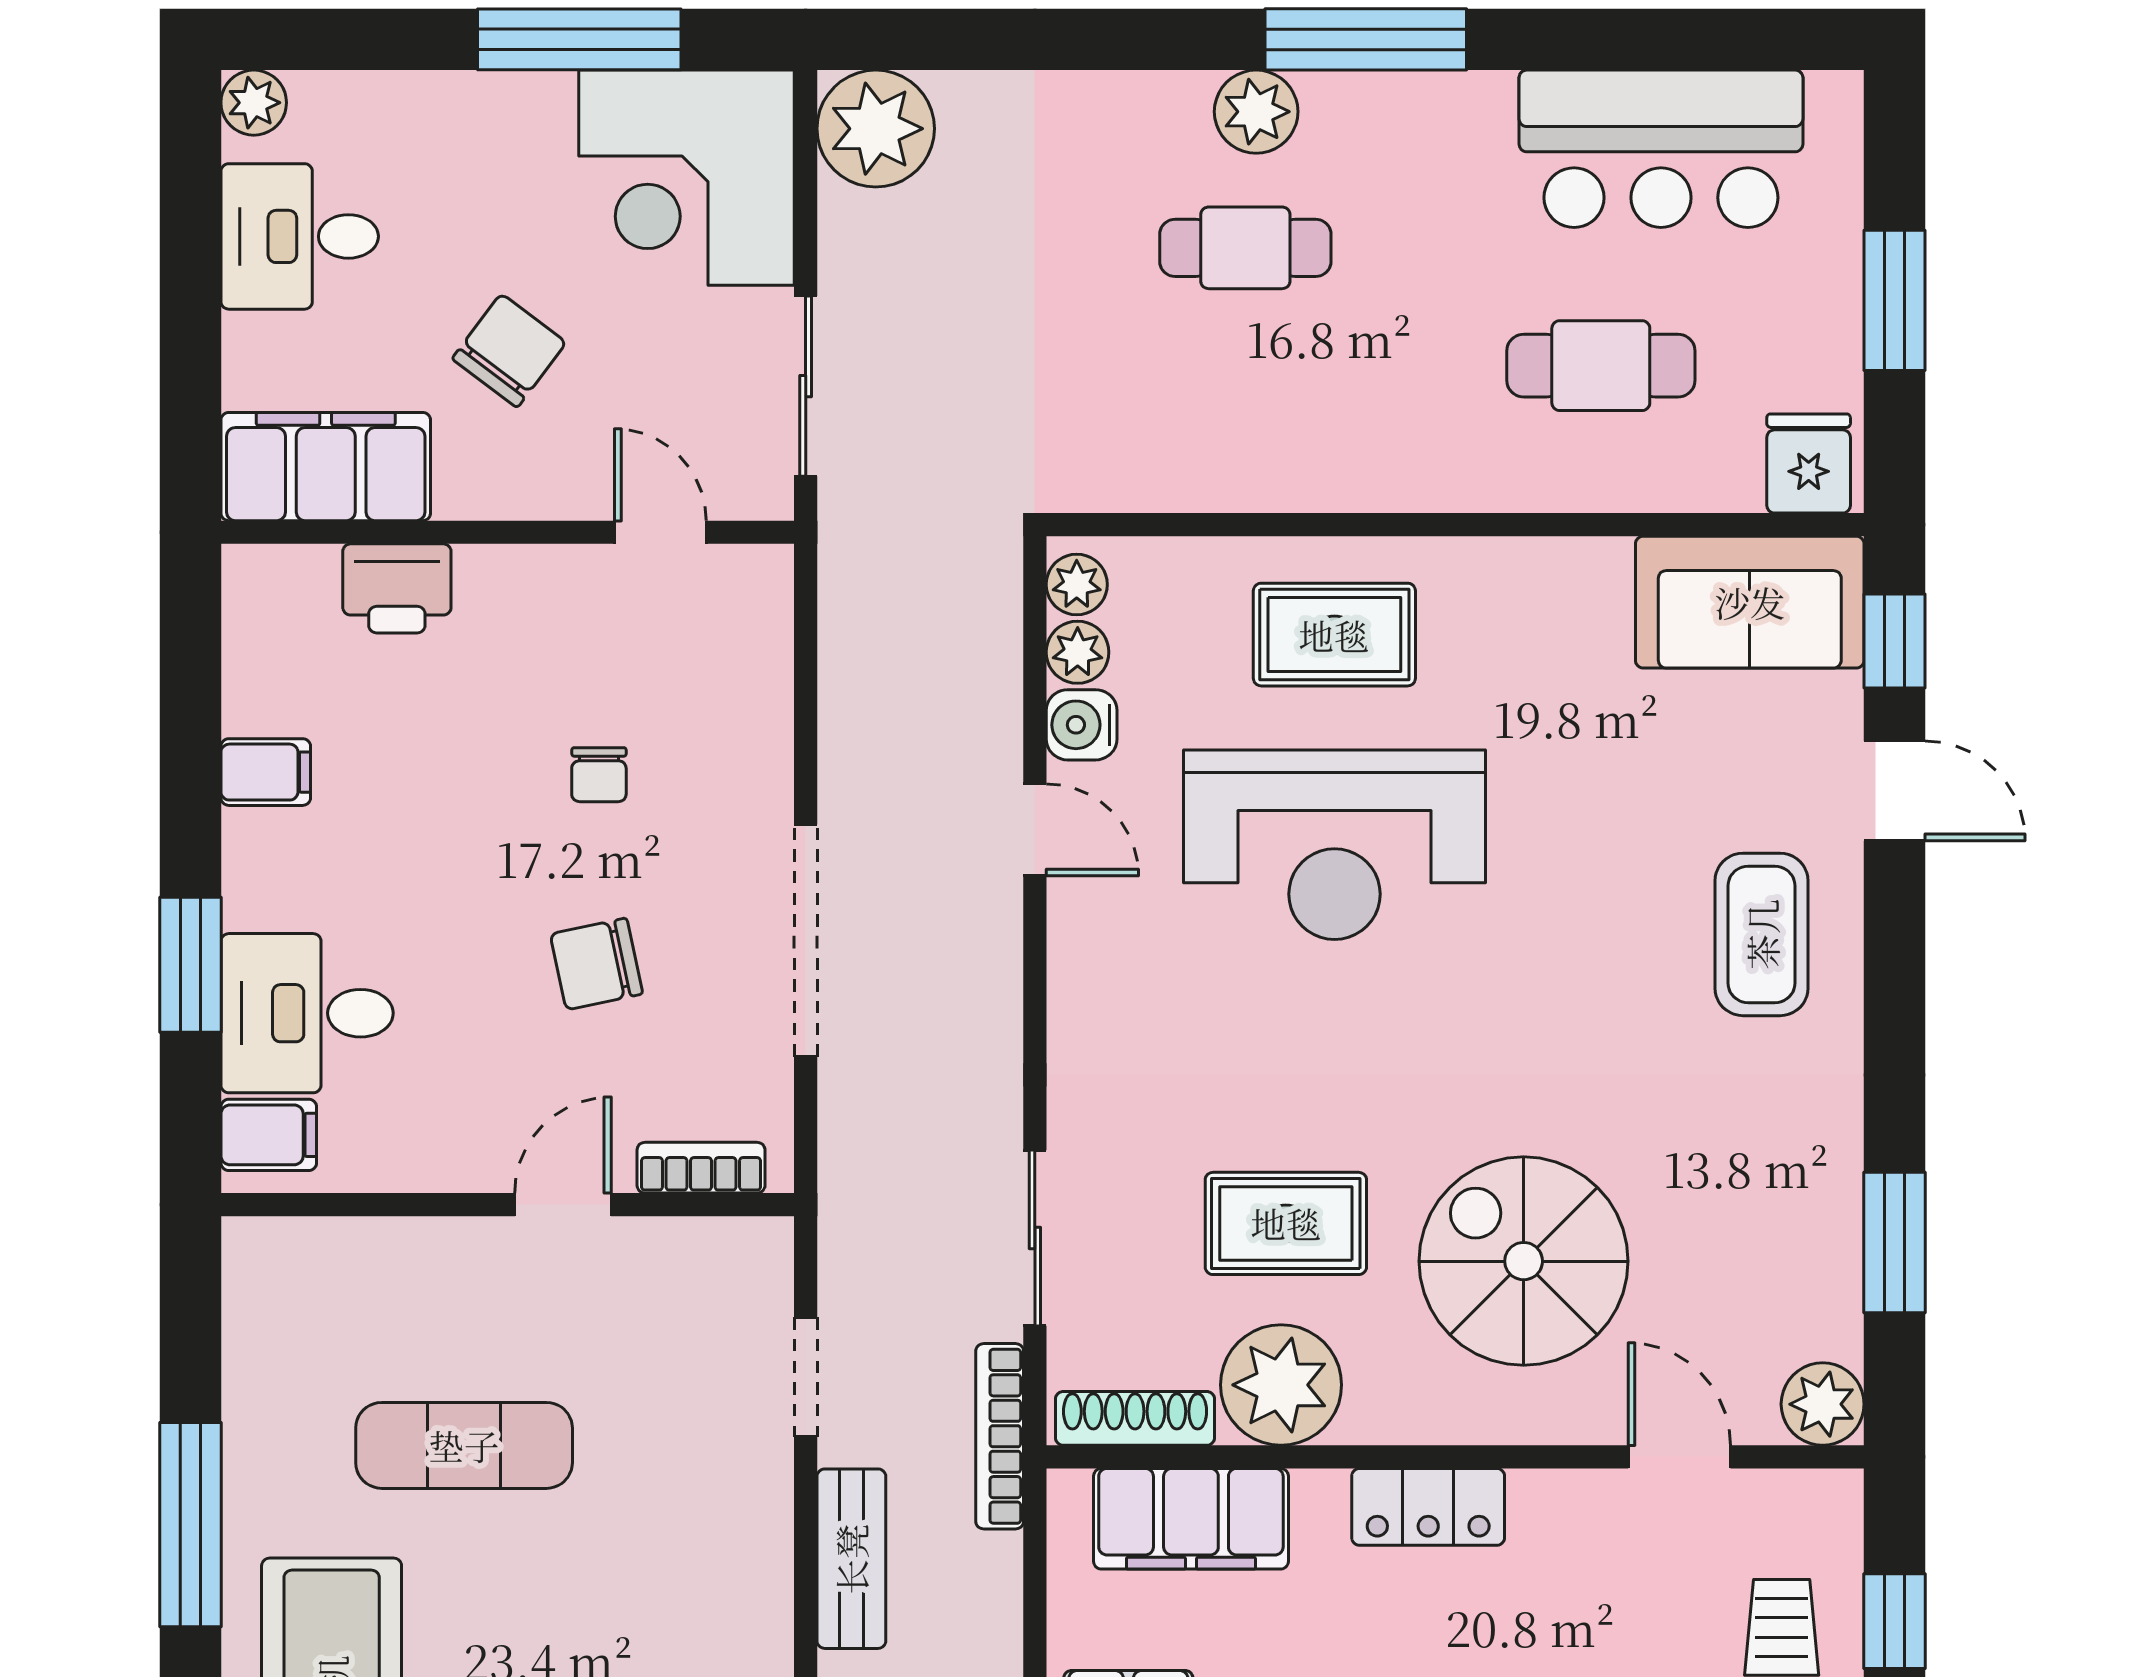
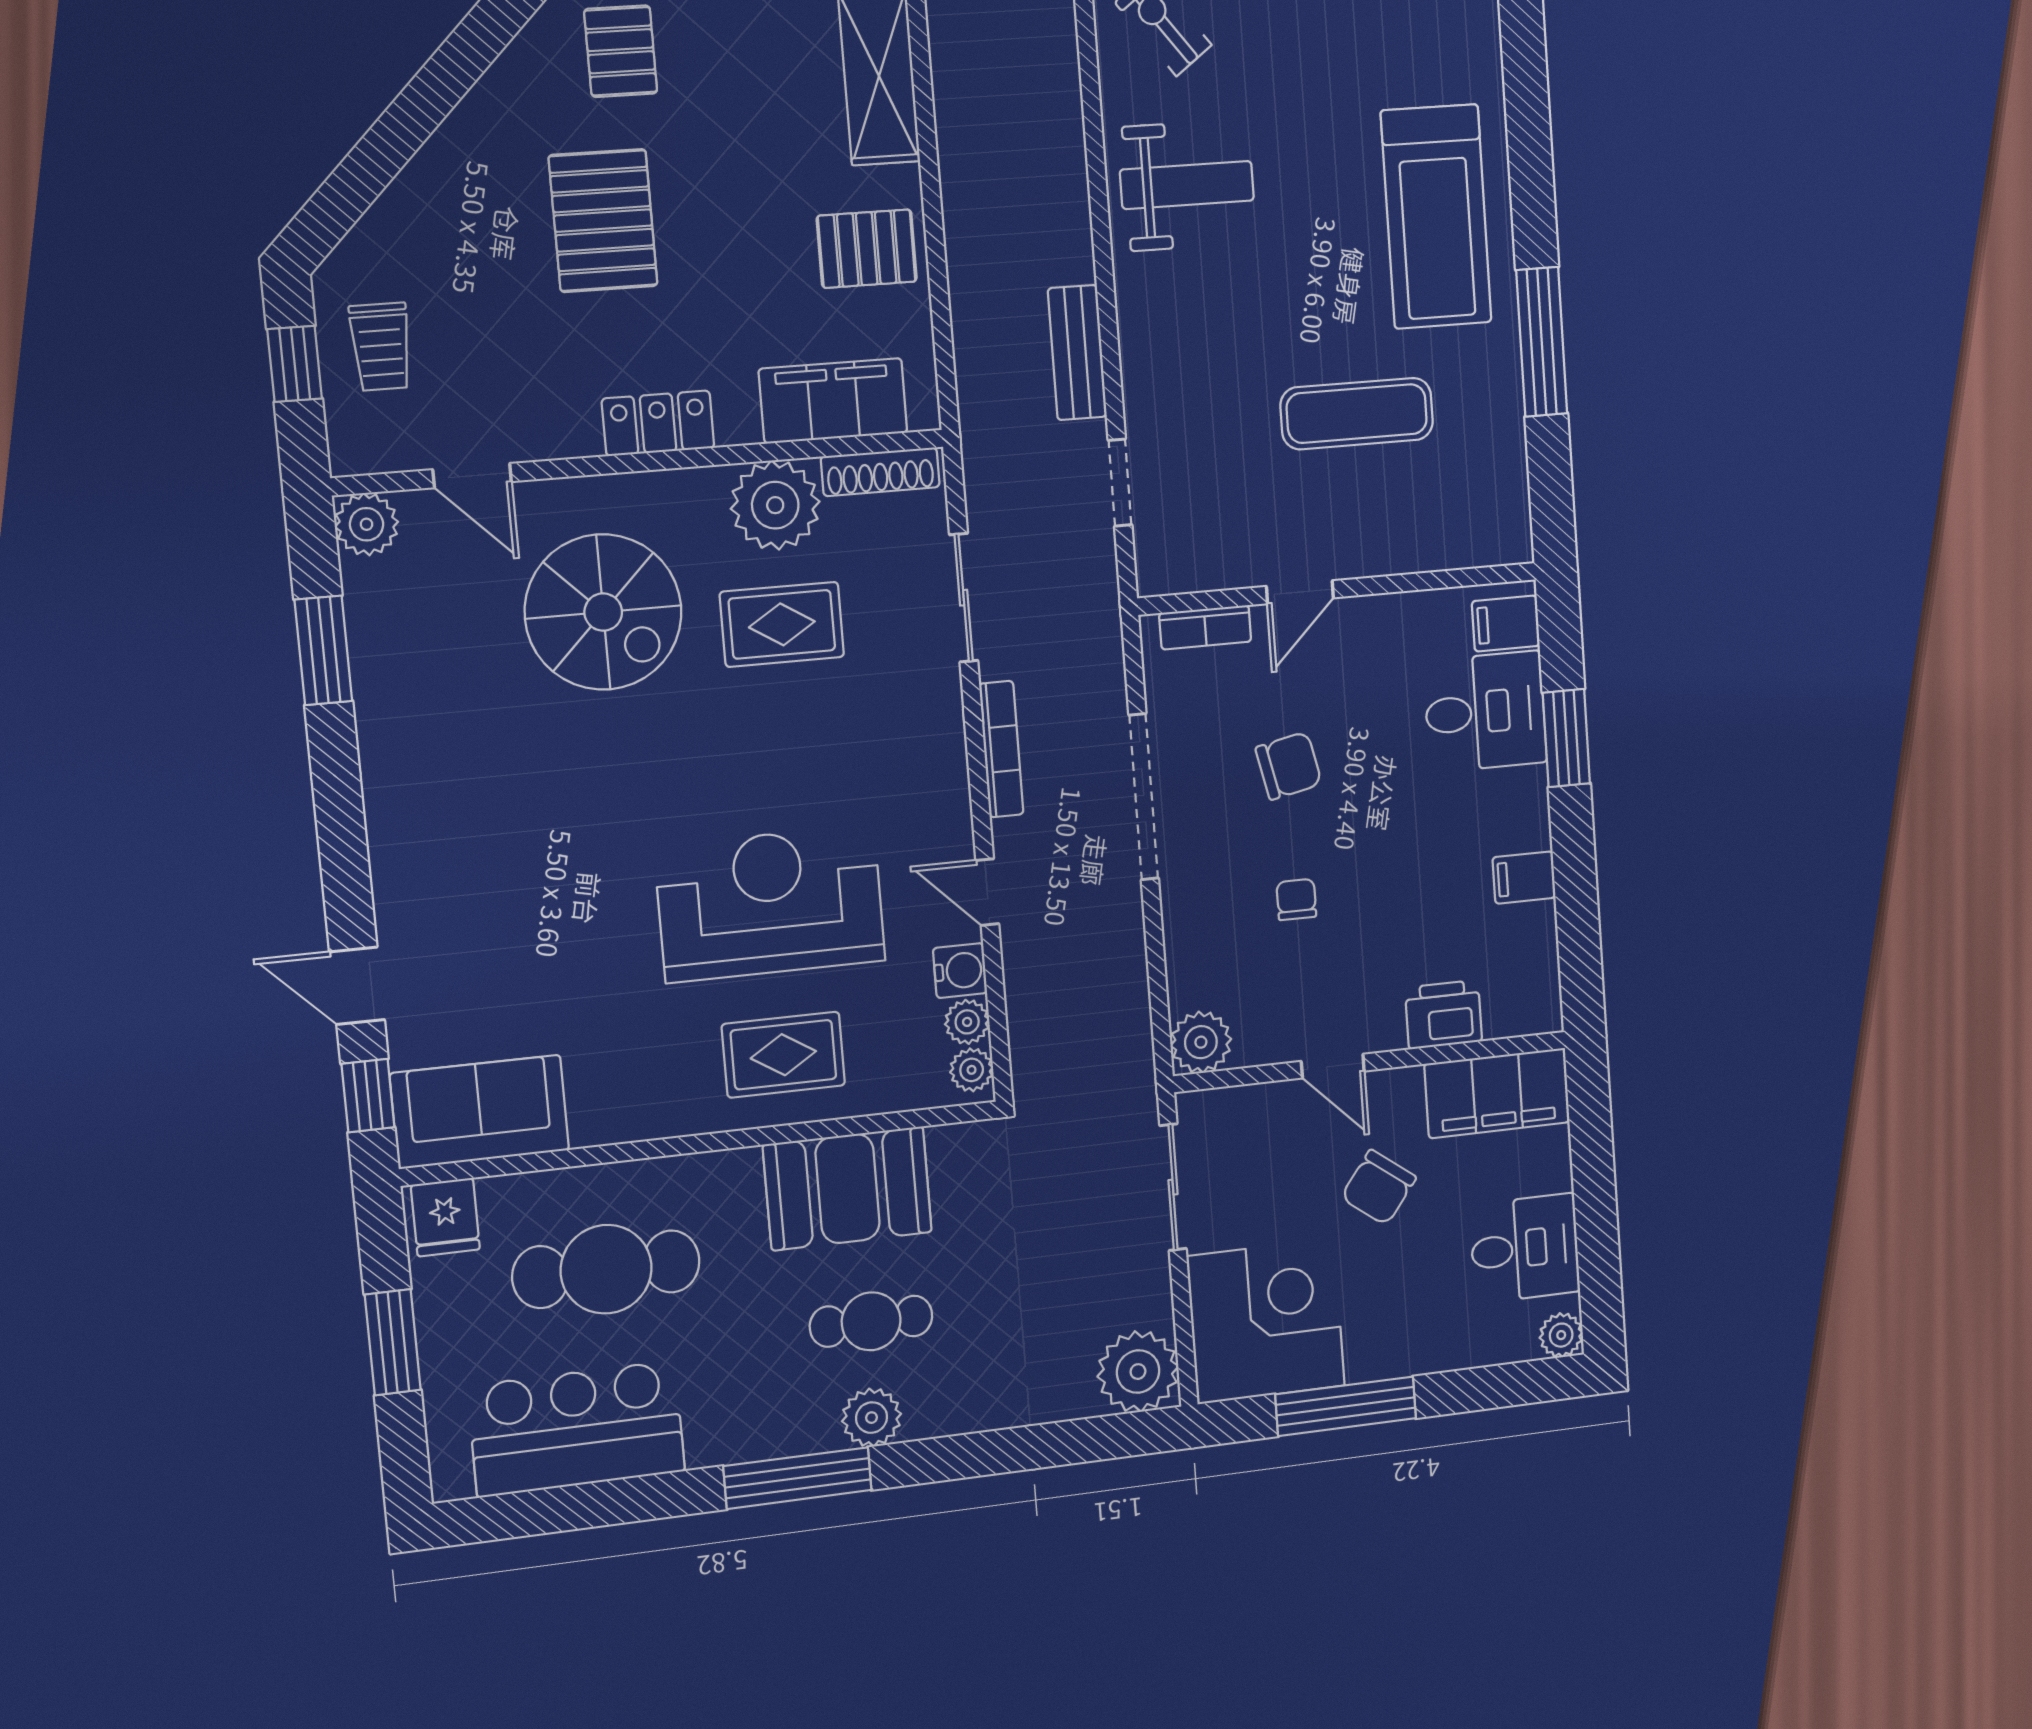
cafe table: (1601, 366) -> (606, 1269), width x1.37, depth x1.35
booth: (1262, 438) -> (848, 1188), added
door: (660, 532) -> (1333, 1066), moved
plant: (750, 588) -> (1201, 1042), added
coffee table: (1762, 934) -> (447, 870), removed
bookcase: (1000, 1436) -> (1001, 749), moved

